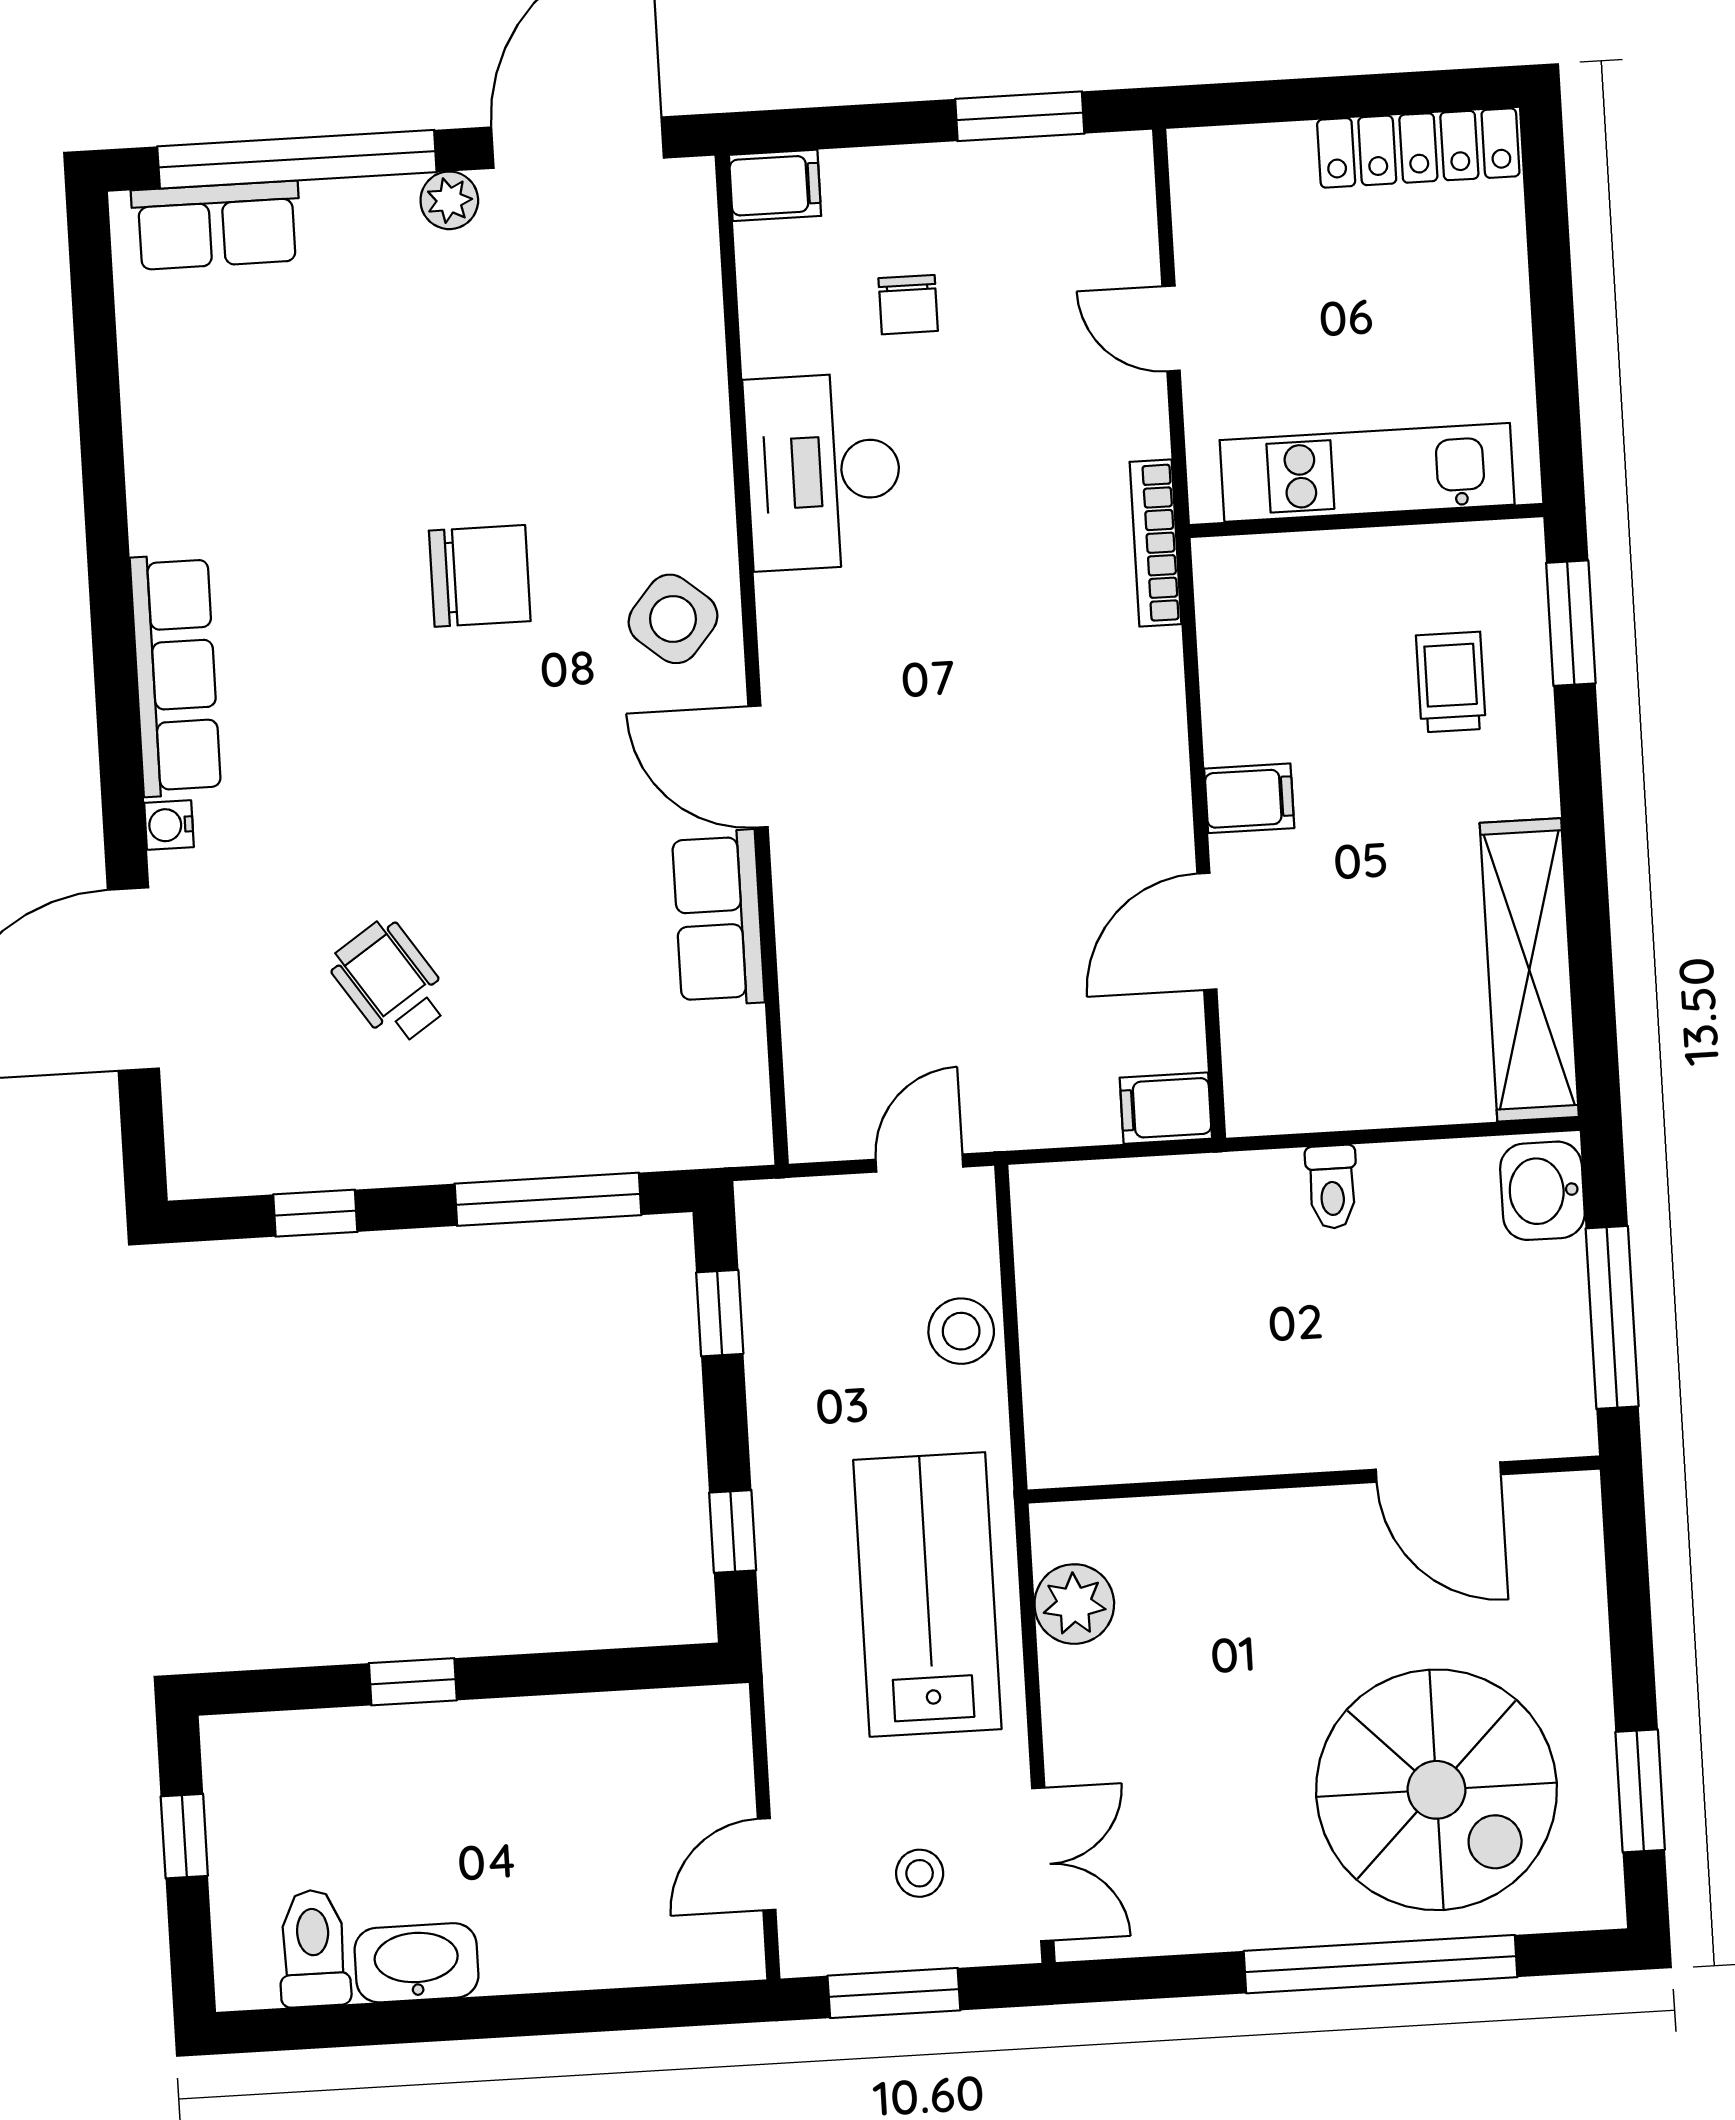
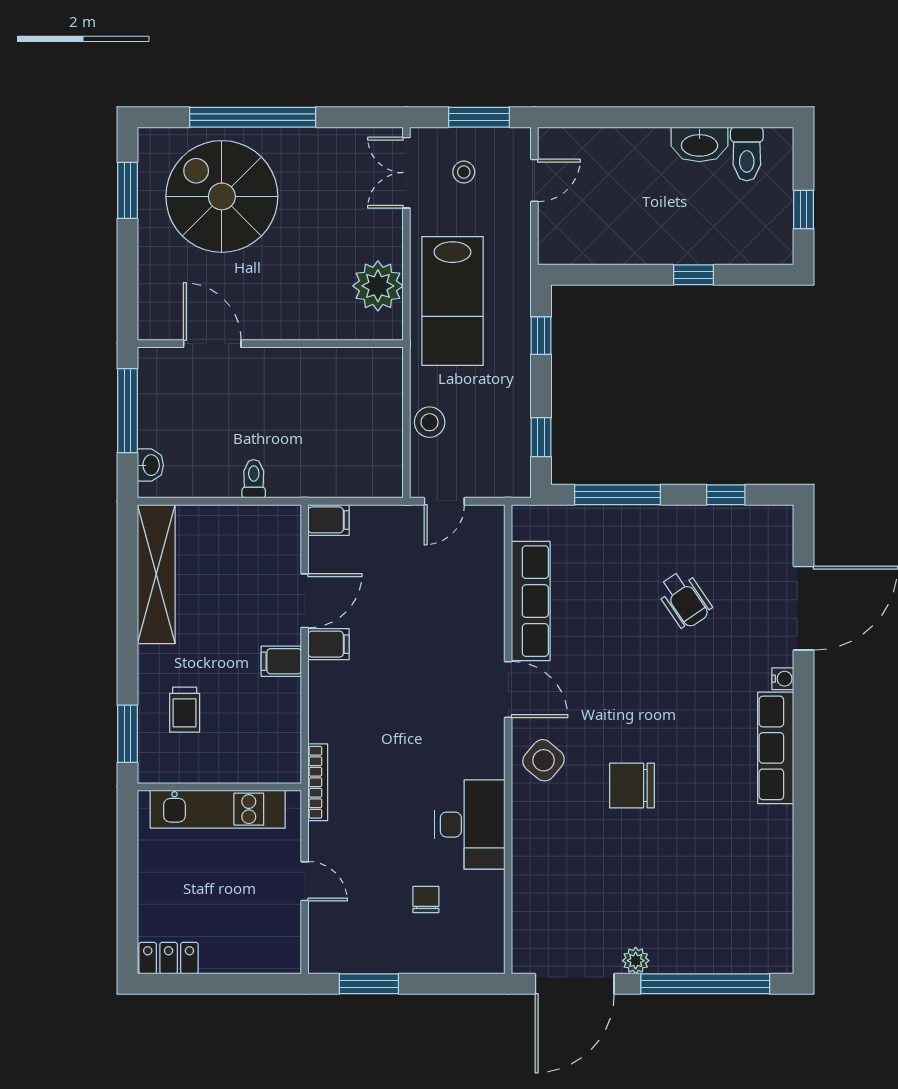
locker: (1418, 148) -> (169, 958), width x0.66
filing cabinet: (775, 185) -> (329, 644), moved, turned 180
row of seats: (217, 225) -> (744, 955), removed
row of seats: (718, 918) -> (531, 601), width x1.48
washbasin: (1542, 1191) -> (150, 465), width x0.72, depth x0.69
plant: (1074, 1604) -> (378, 286), width x1.36, depth x1.36

